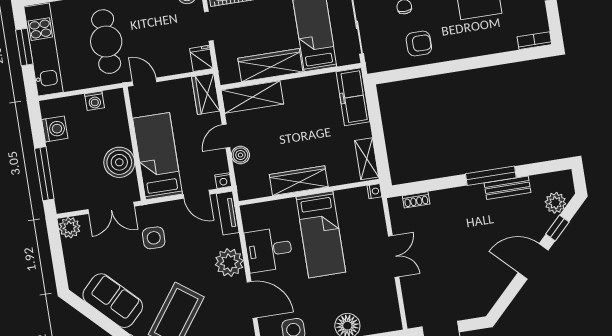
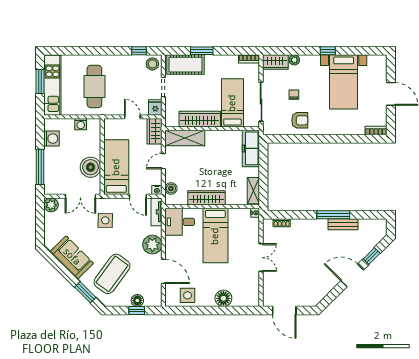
door: (145, 82) -> (132, 117), moved
boiler: (240, 155) -> (171, 189), moved
plant: (555, 203) -> (373, 239), removed
desk: (269, 250) -> (180, 222), moved

